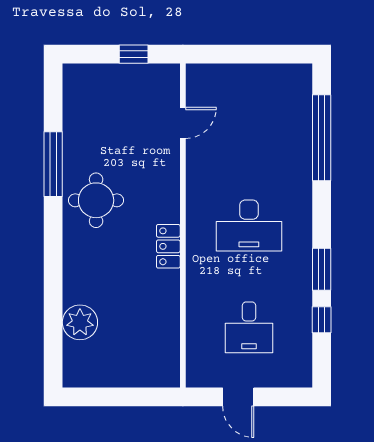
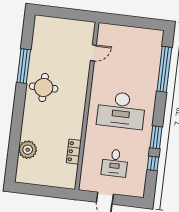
window: (134, 54) -> (72, 14), removed
desk: (249, 225) -> (121, 110), width x1.36, depth x1.30
locker: (168, 246) -> (74, 152), moved

